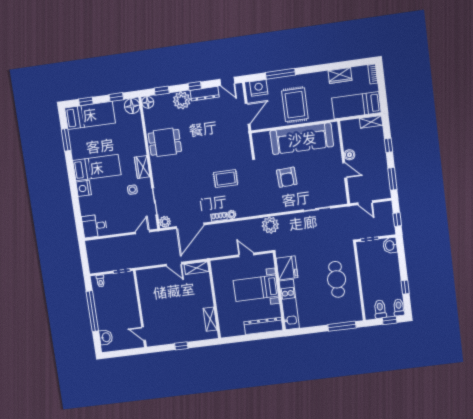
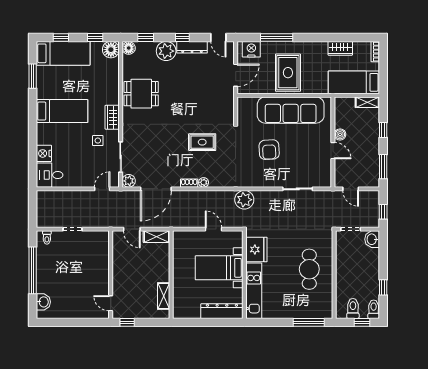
nightstand: (84, 188) -> (44, 153), moved
wall: (140, 309) -> (111, 275), moved
door: (144, 334) -> (111, 303), moved

